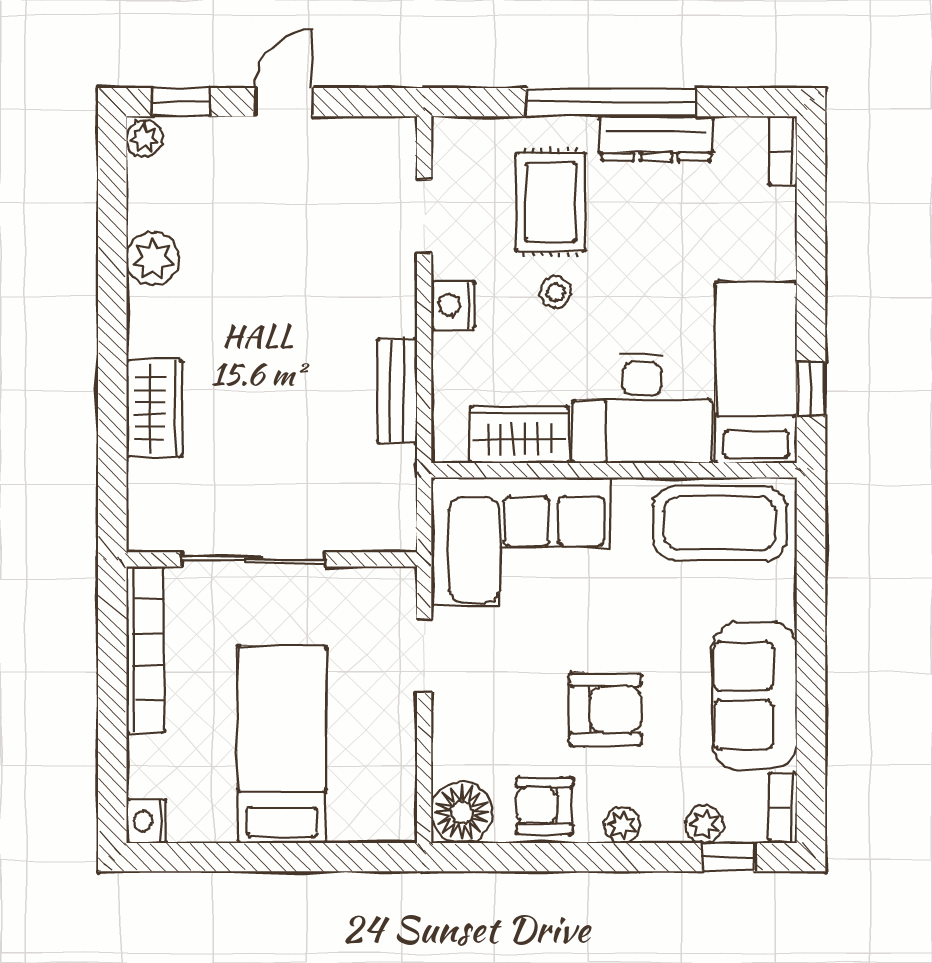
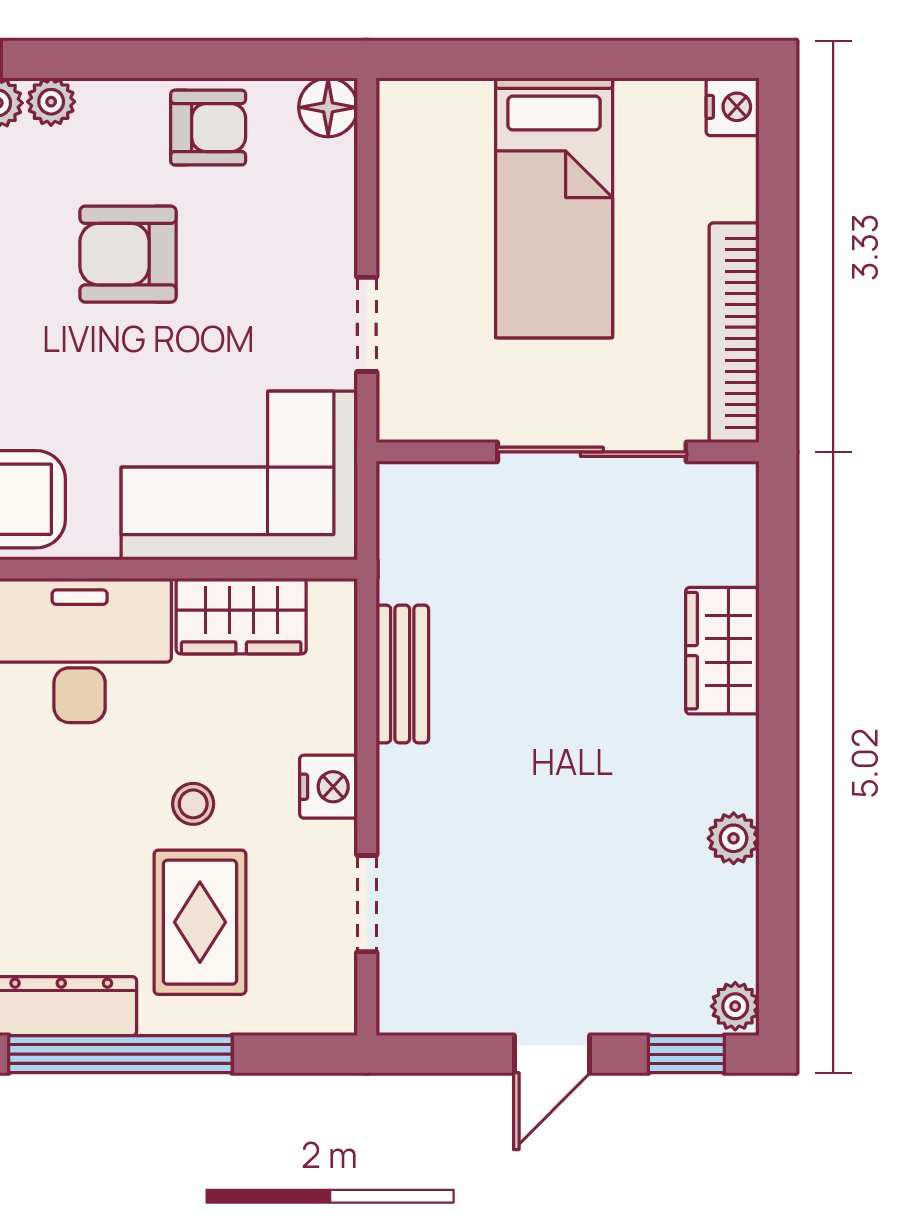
plant: (153, 259) -> (734, 838), width x0.73, depth x0.73
floor lamp: (462, 812) -> (328, 107), width x0.73, depth x0.73
plant: (622, 825) -> (51, 102), moved

